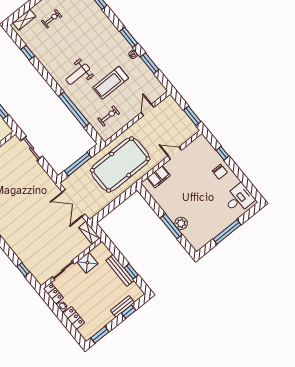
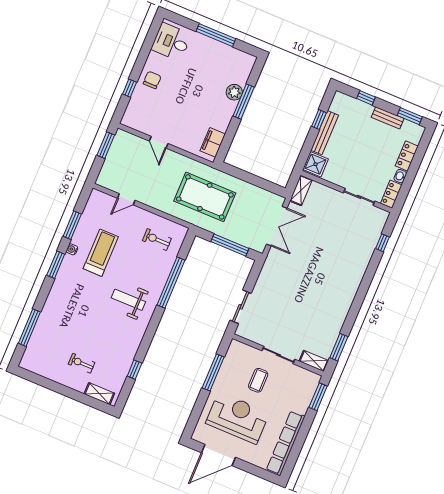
weight bench: (78, 74) -> (128, 300), turned 180
treadmill: (111, 83) -> (101, 253), moved, turned -90
pool table: (120, 165) -> (205, 197), width x0.73, depth x0.76
filing cabinet: (159, 177) -> (213, 142), moved, turned -90
shower: (87, 263) -> (316, 164), moved
bench: (123, 306) -> (388, 118), moved

